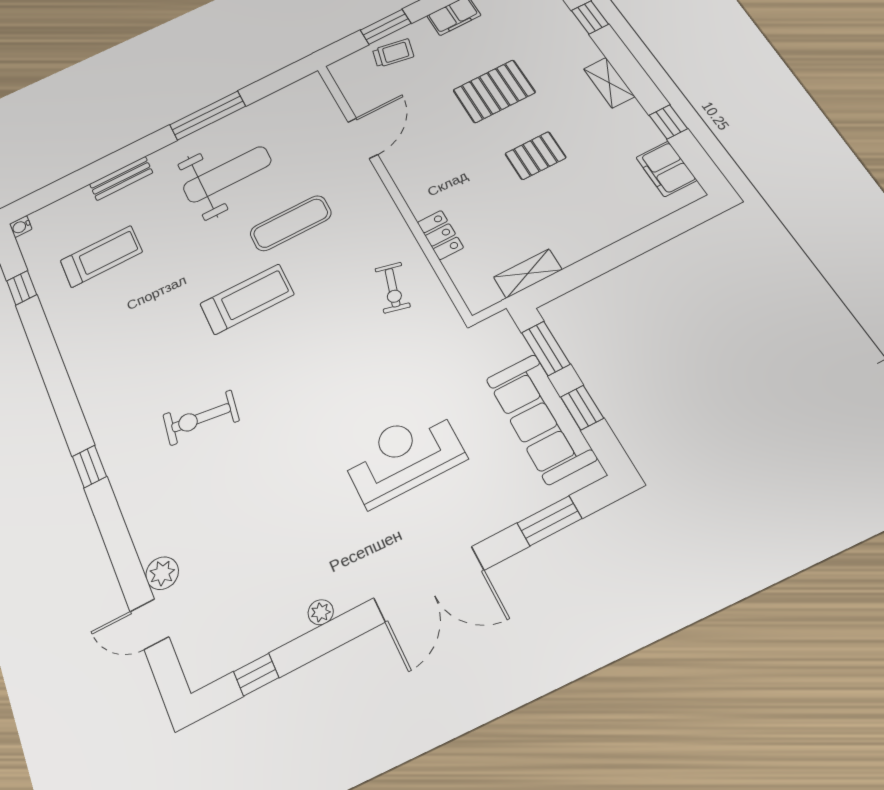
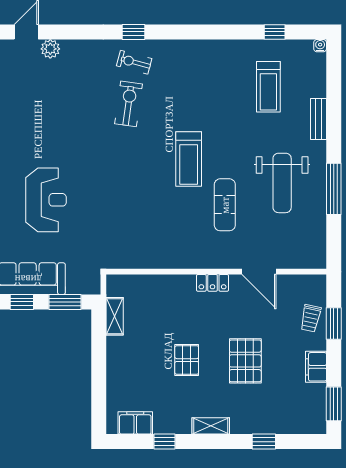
locker: (440, 235) -> (213, 283), moved
exercise bike: (393, 288) -> (134, 62), moved

